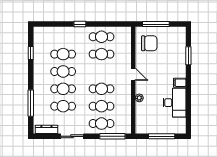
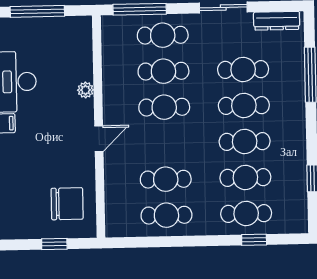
window: (80, 24) -> (254, 240), moved
window: (156, 24) -> (54, 244), width x0.46
cafe table: (63, 37) -> (246, 213), added
chair: (149, 43) -> (67, 204), turned 180
door: (133, 74) -> (99, 139), swing flipped

